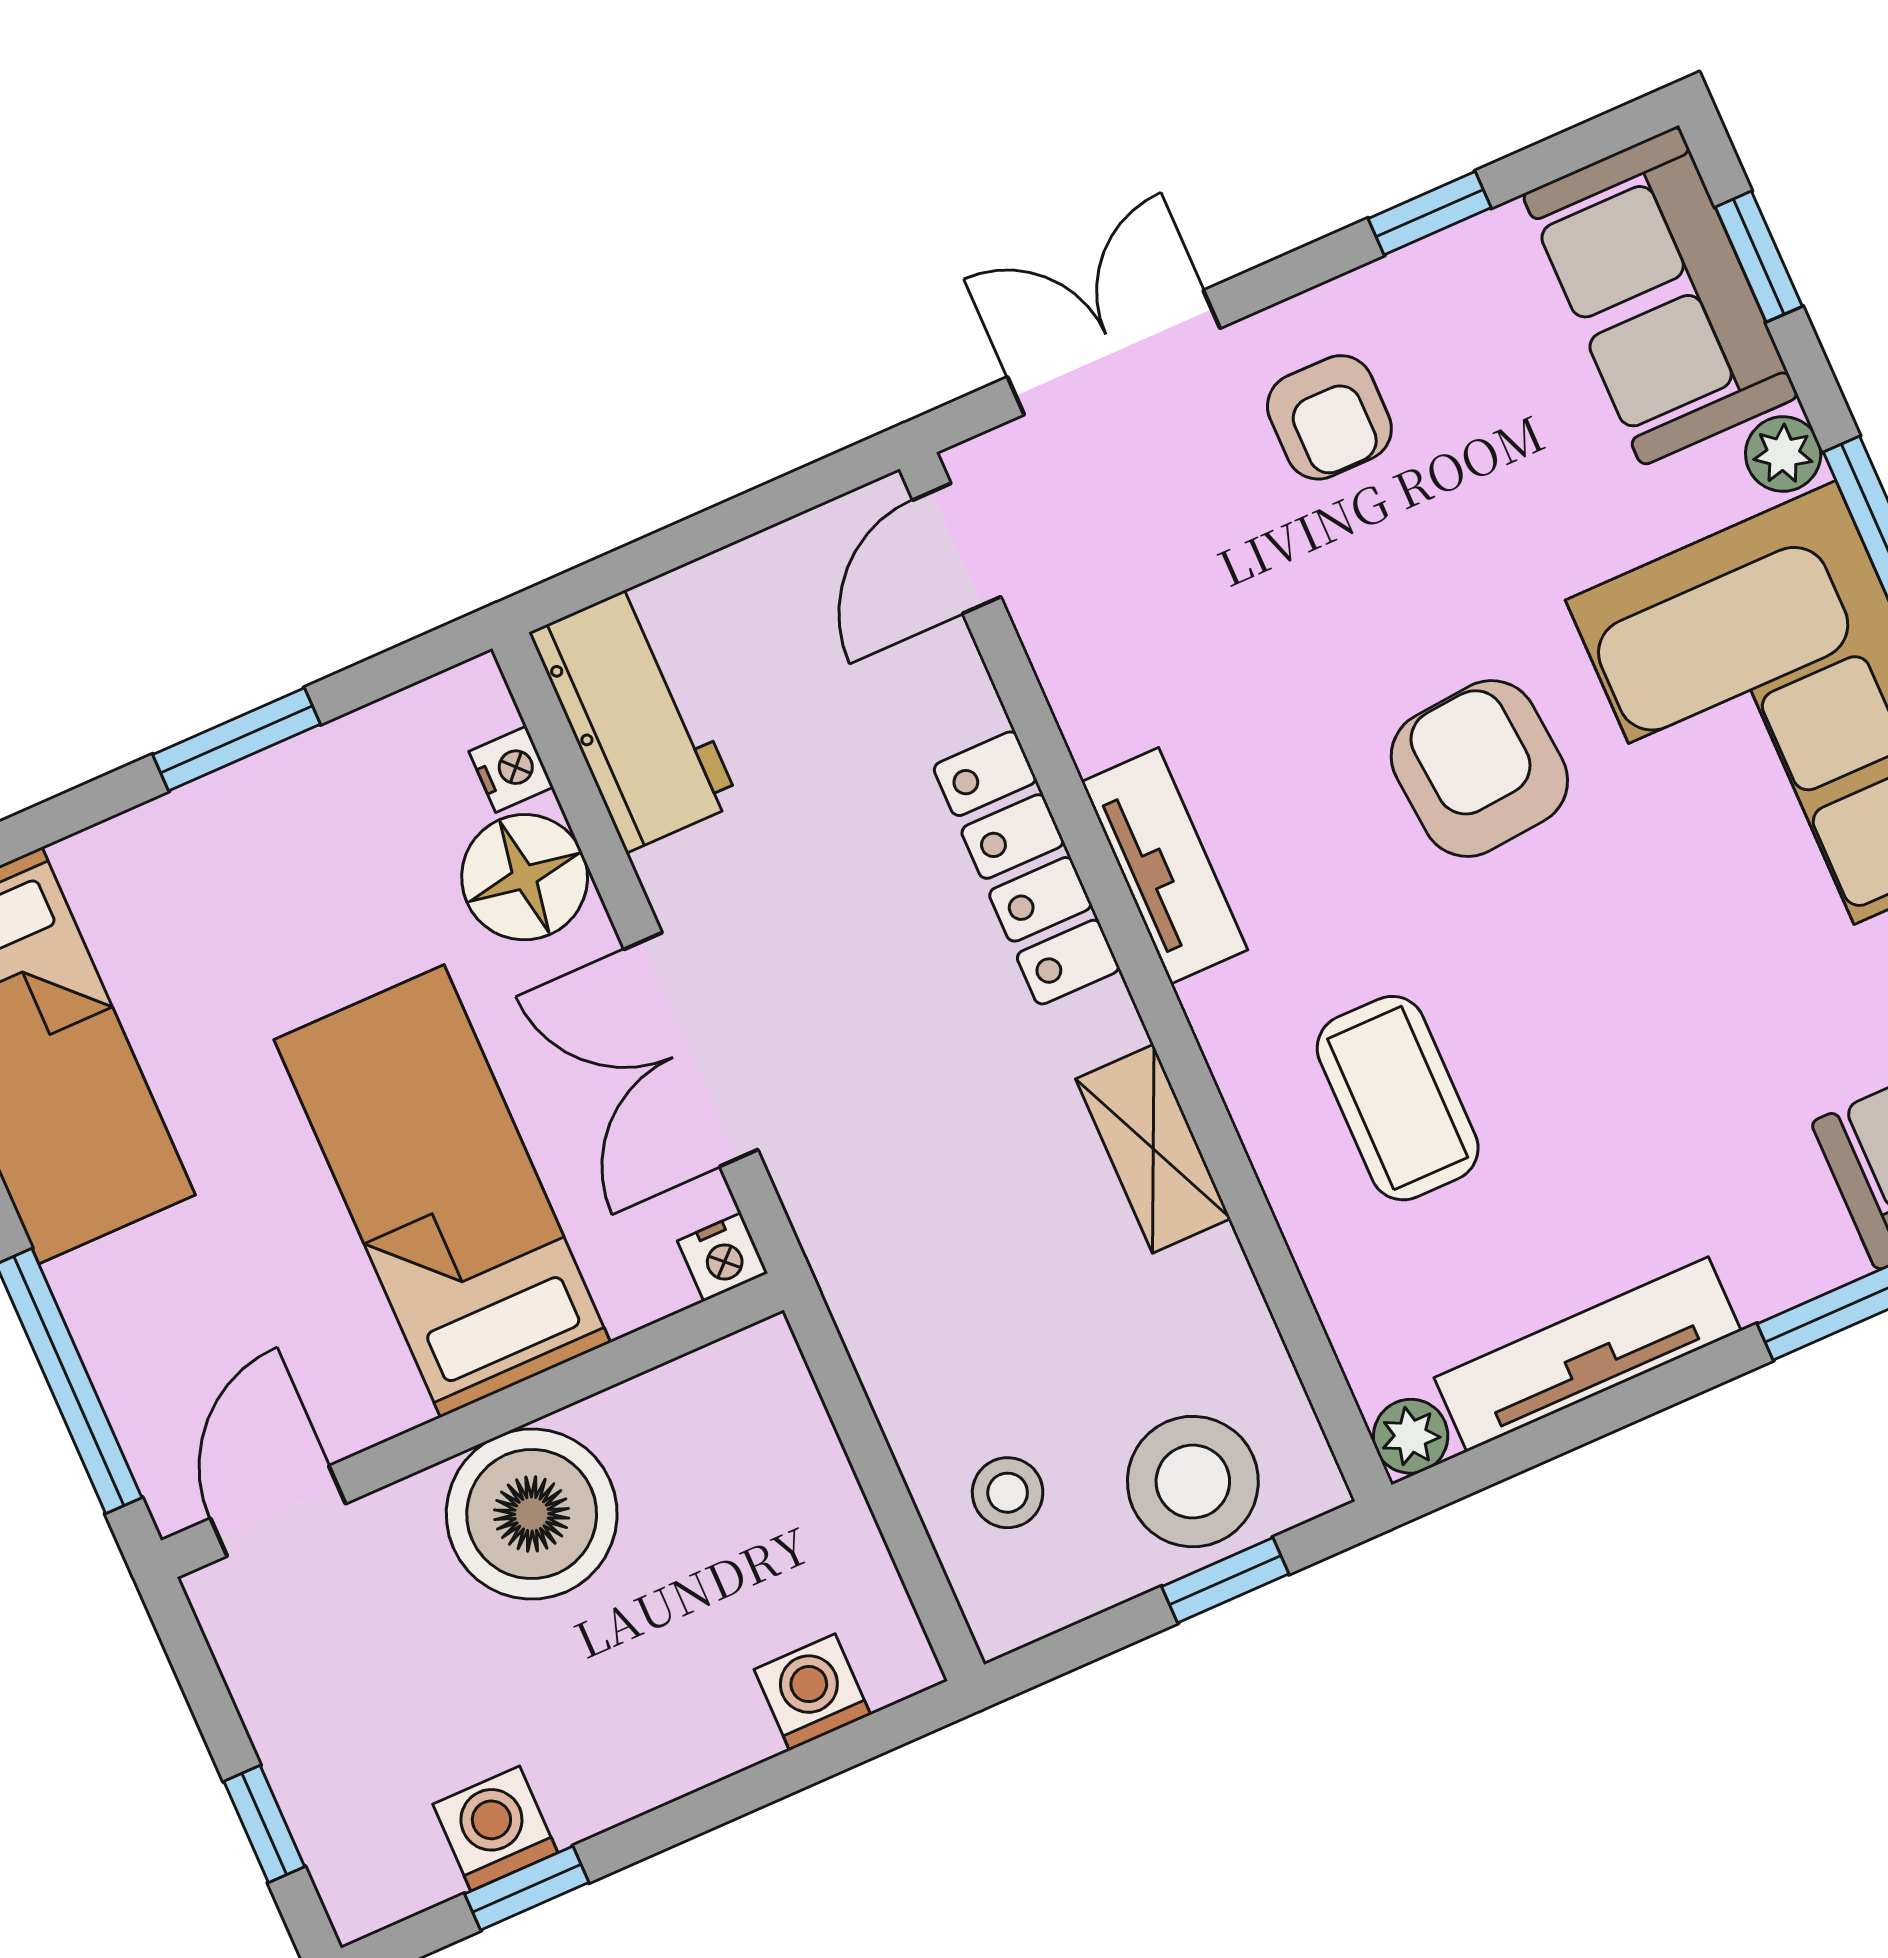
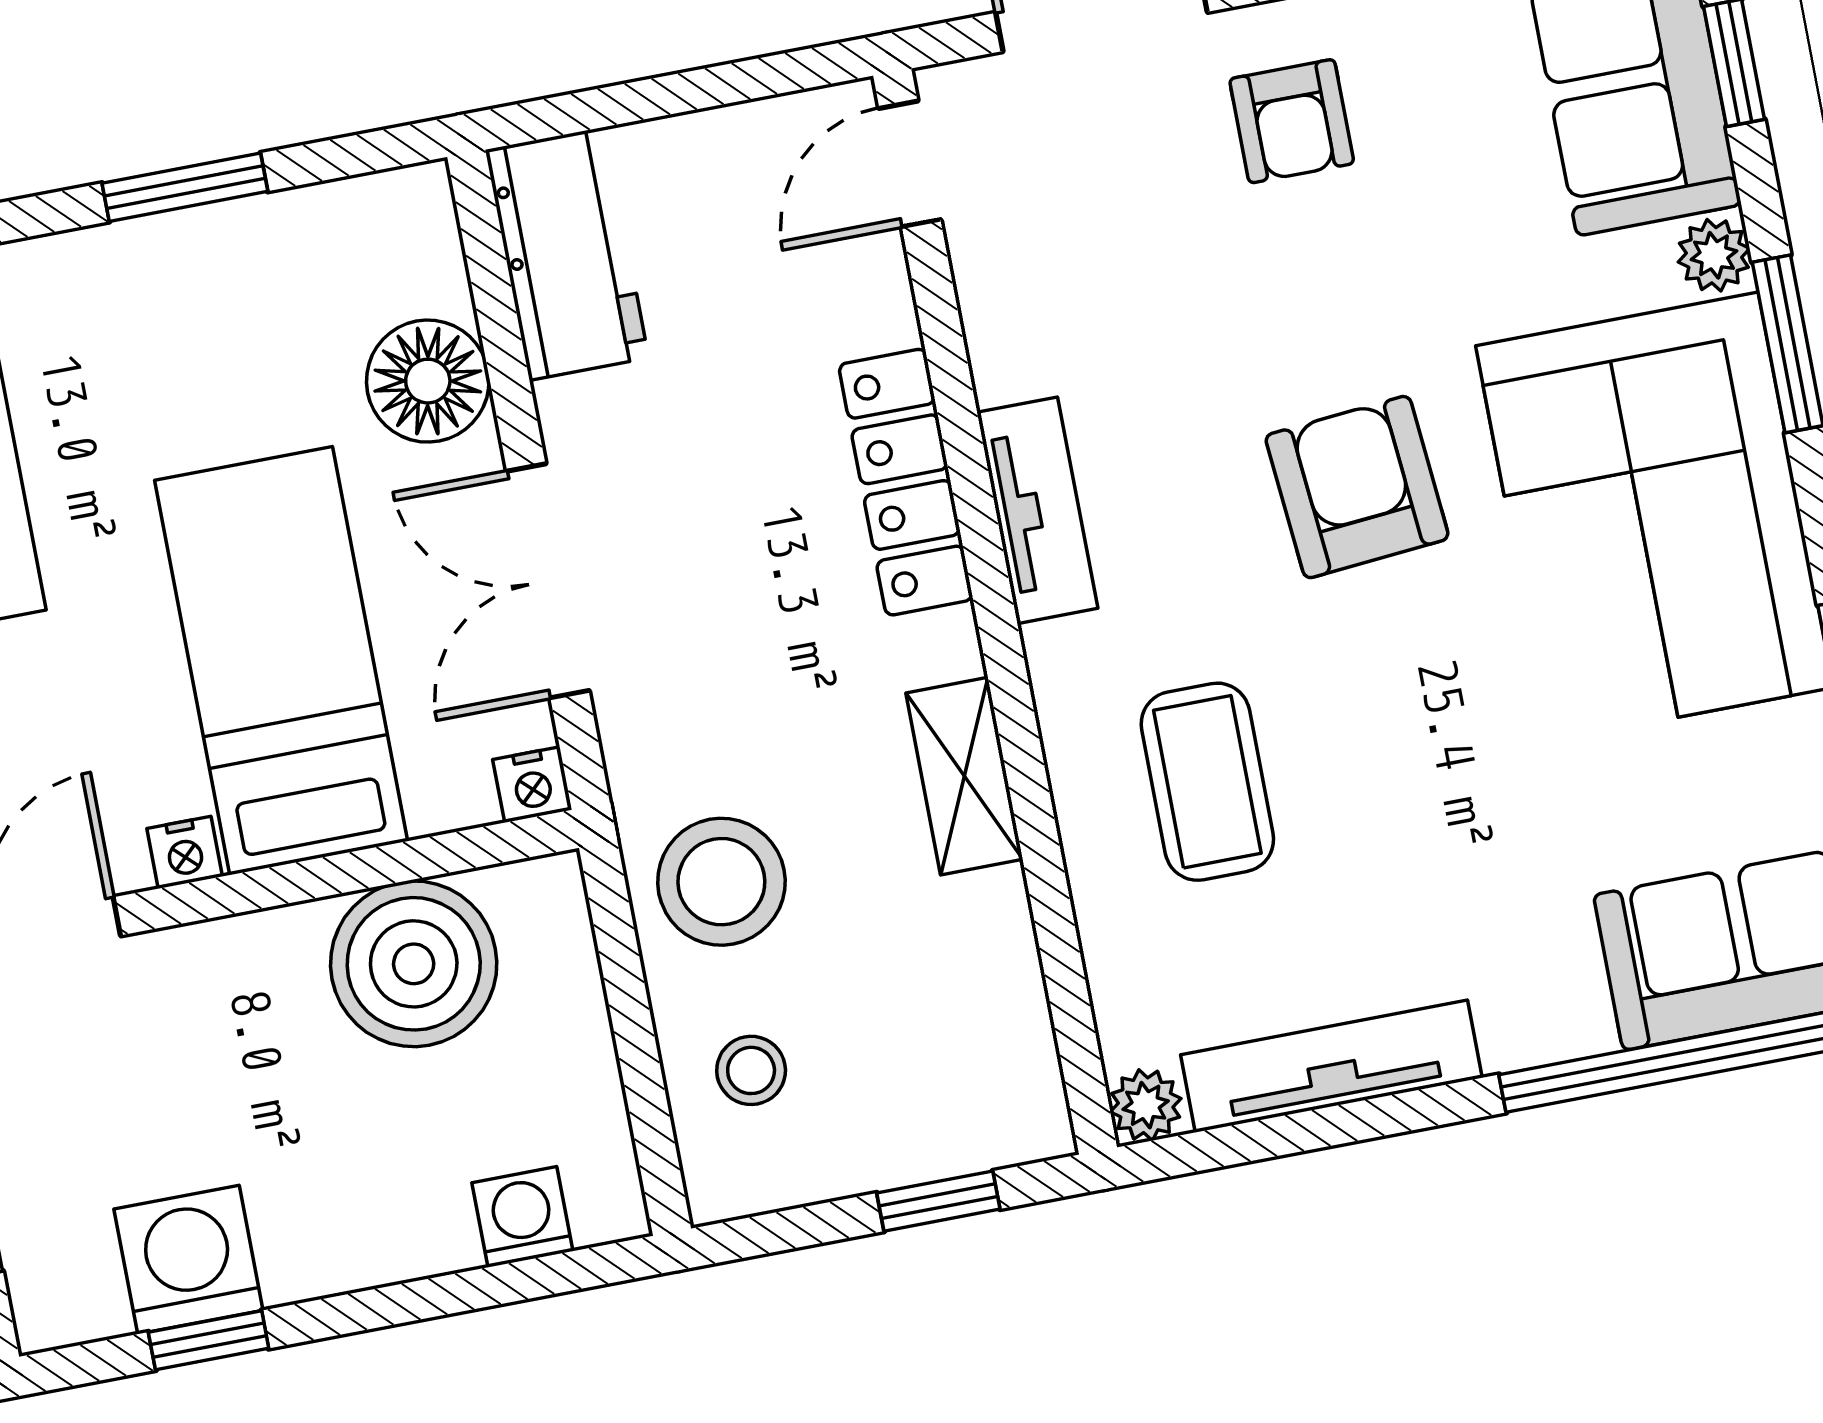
nightstand: (511, 769) -> (185, 852), moved, turned 90
stool: (1193, 1482) -> (721, 882), moved
boiler: (532, 1514) -> (414, 964), moved
washing machine: (495, 1829) -> (188, 1260), width x1.38, depth x1.38

